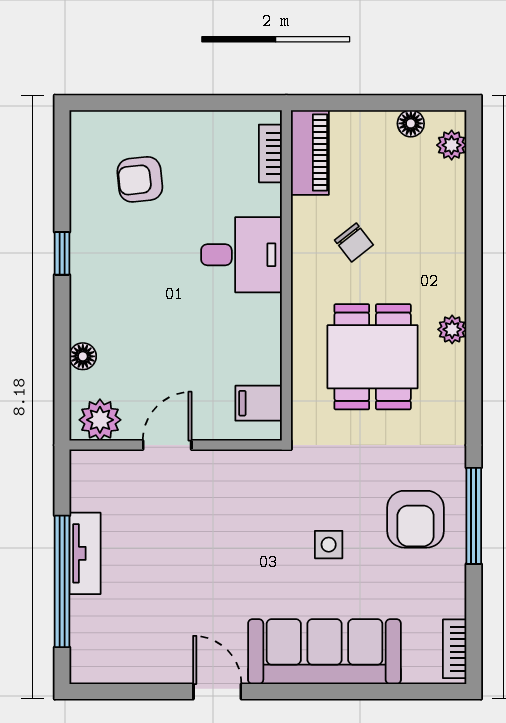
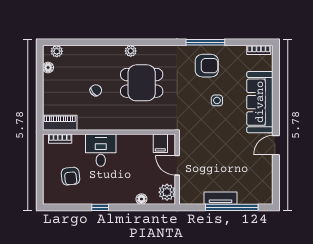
bookcase: (270, 153) -> (60, 139), moved
piano: (310, 153) -> (60, 123), moved
desk: (241, 255) -> (101, 150), moved
wall: (286, 275) -> (109, 132), moved
filing cabinet: (259, 403) -> (160, 143), moved

